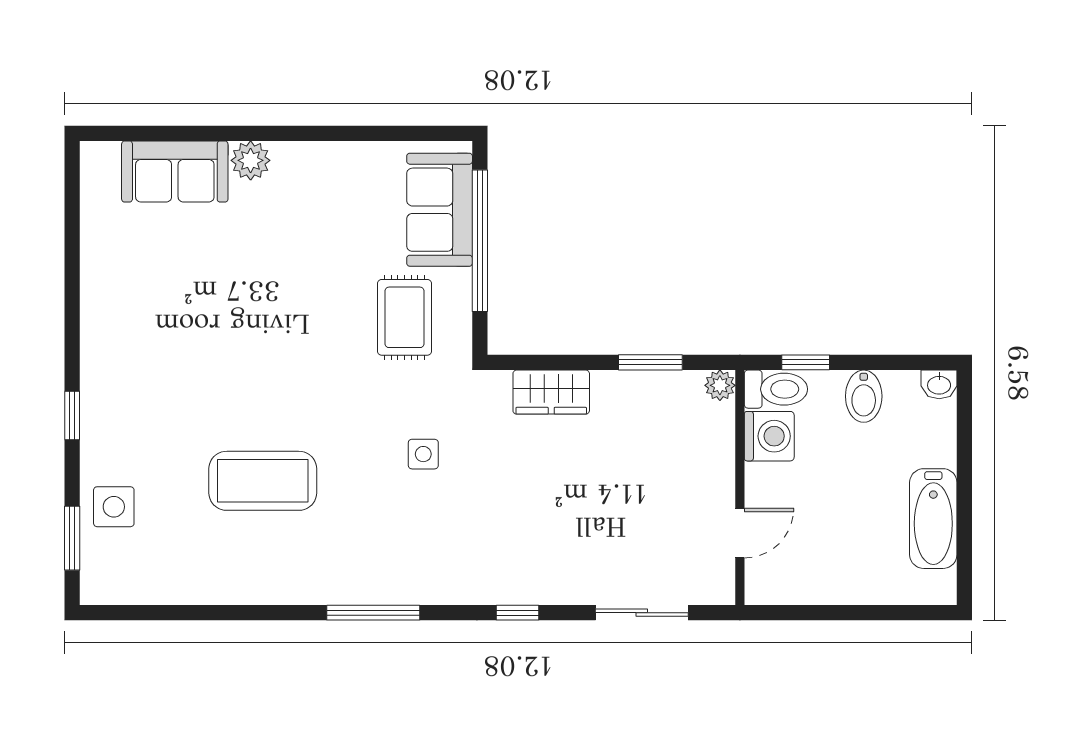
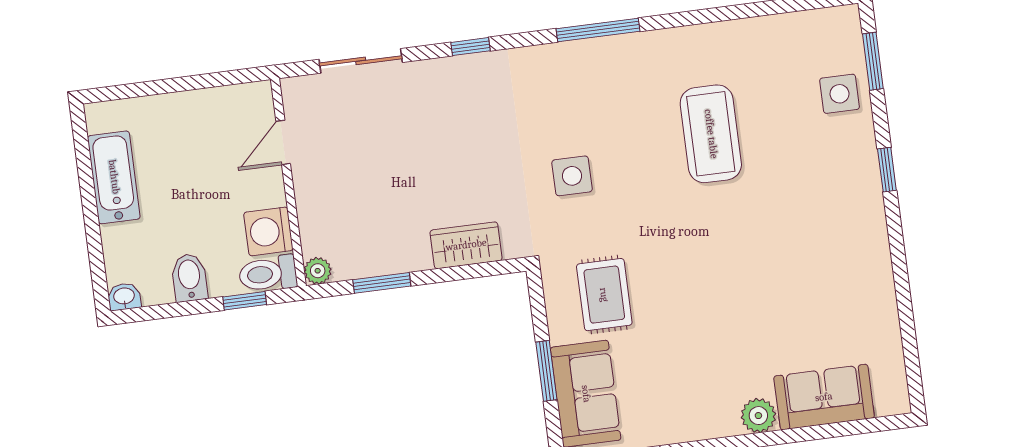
window: (480, 241) -> (546, 371), width x0.47
side table: (423, 454) -> (572, 176), width x1.37, depth x1.37
coffee table: (263, 481) -> (711, 134), turned 90

